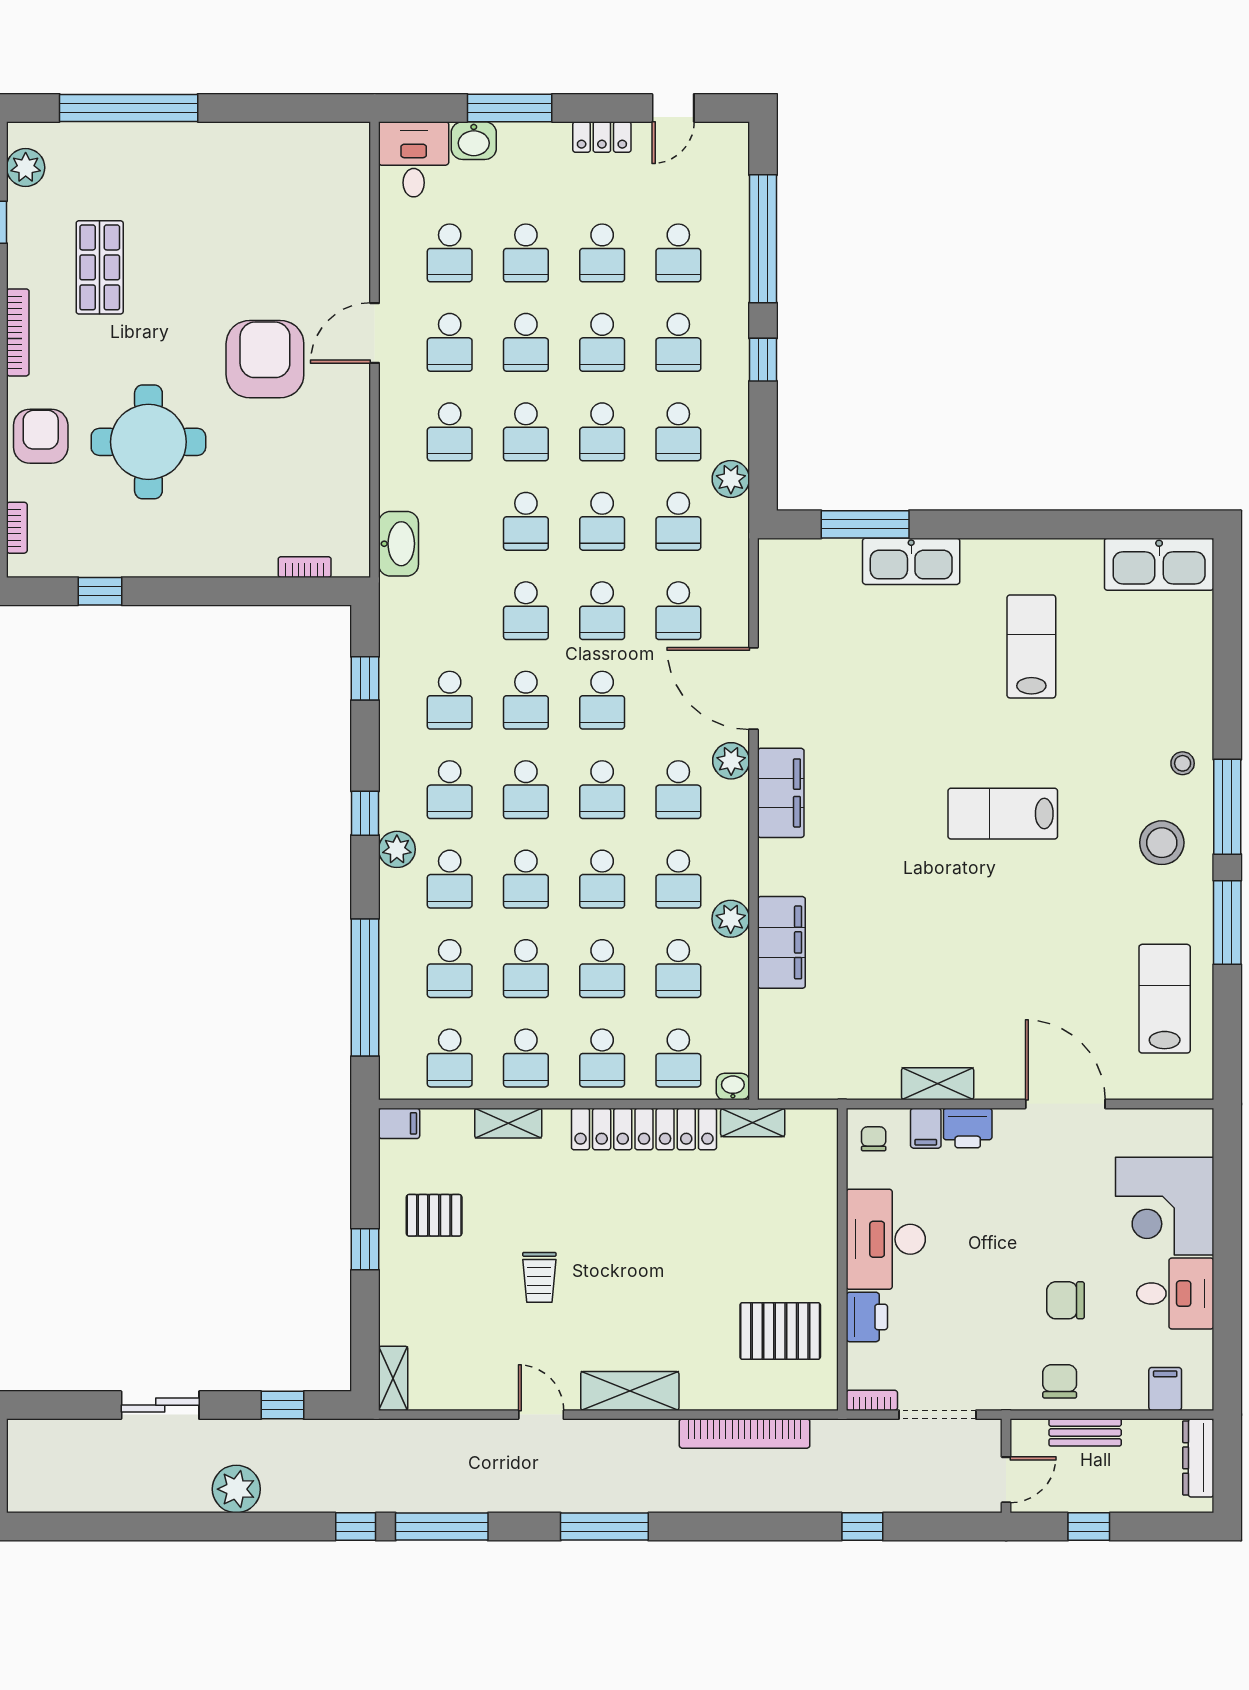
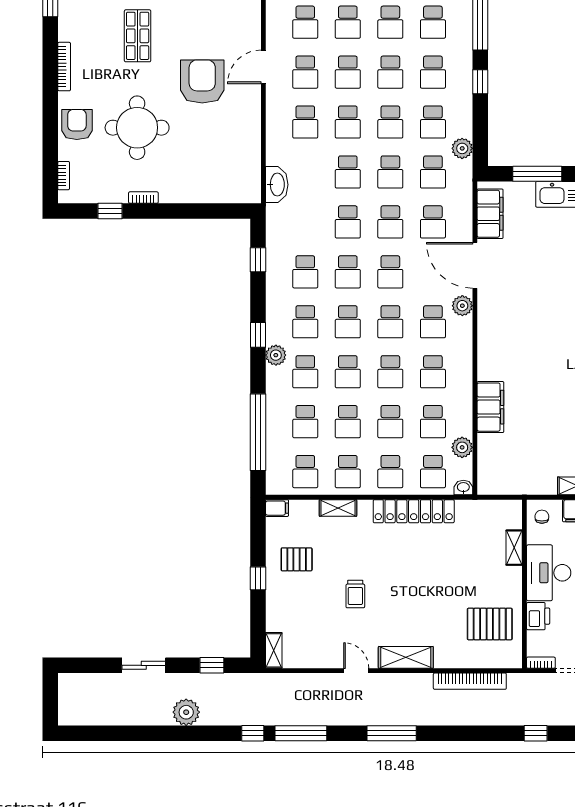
shop shelf: (100, 267) -> (138, 36), moved
bookcase: (305, 567) -> (143, 198), moved
filing cabinet: (781, 793) -> (490, 214), moved
plant: (731, 919) -> (462, 447), moved
shelving: (753, 1122) -> (514, 548), moved, turned 90

